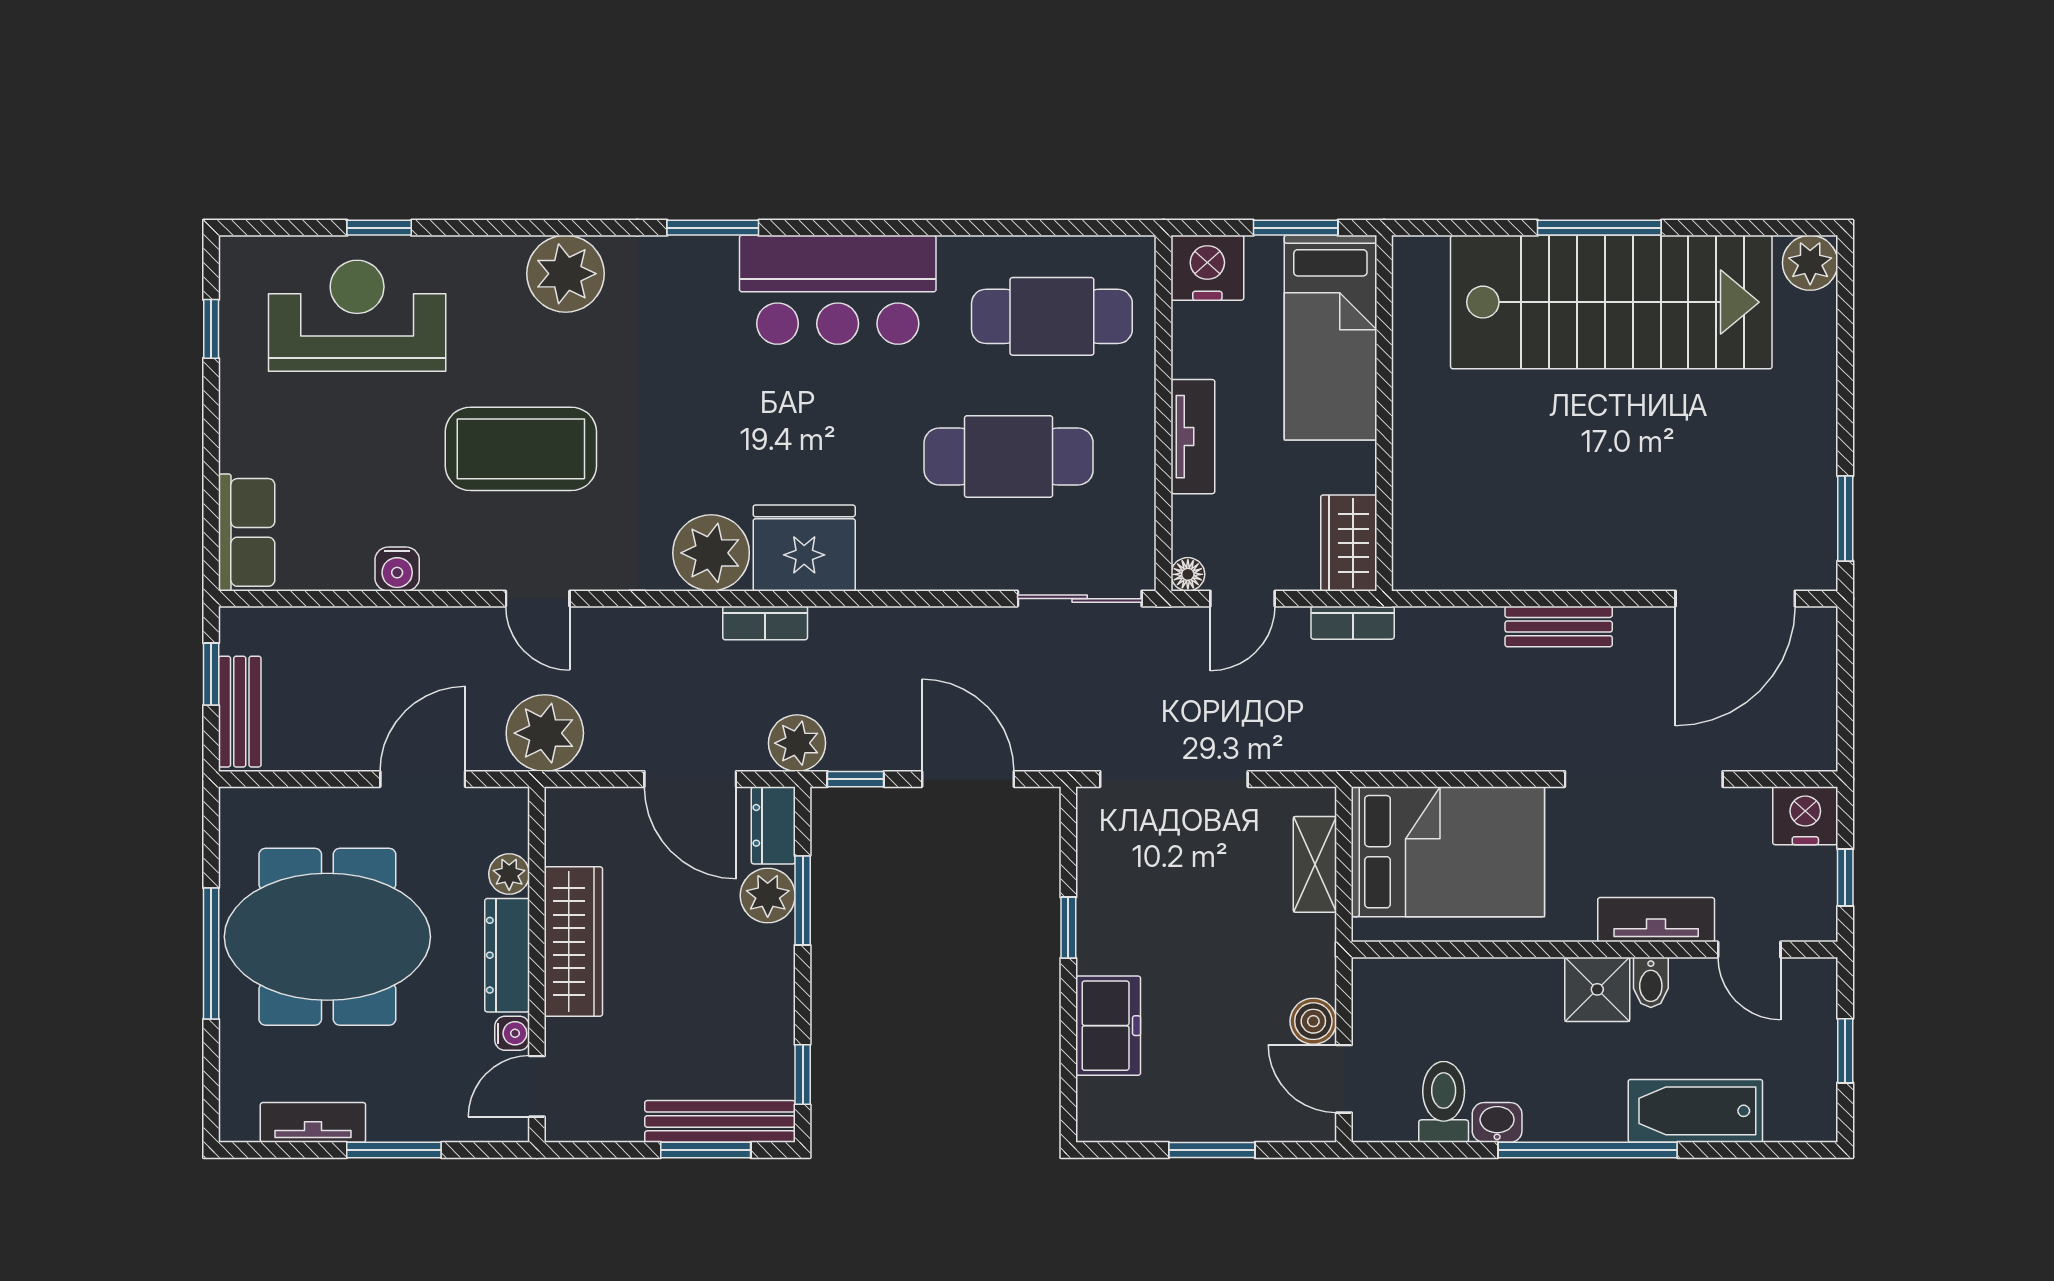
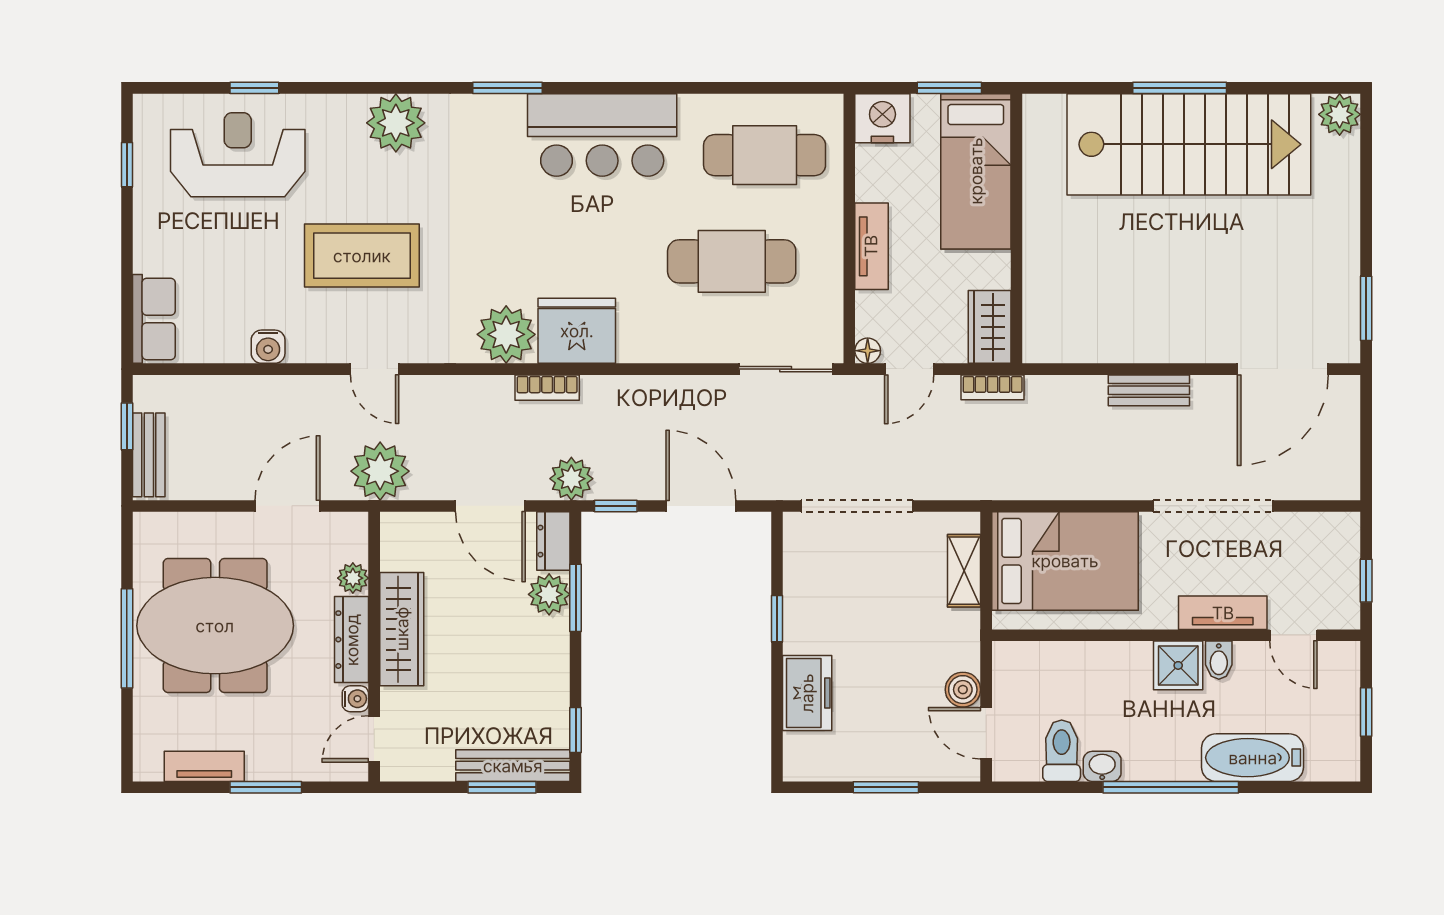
nightstand: (1805, 816) -> (1336, 534), removed

